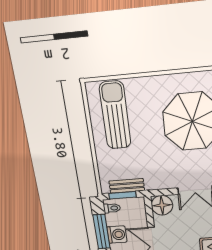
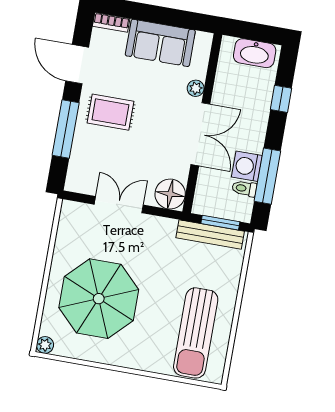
bench: (127, 186) -> (210, 235), width x1.36
toilet: (112, 208) -> (244, 189), moved

